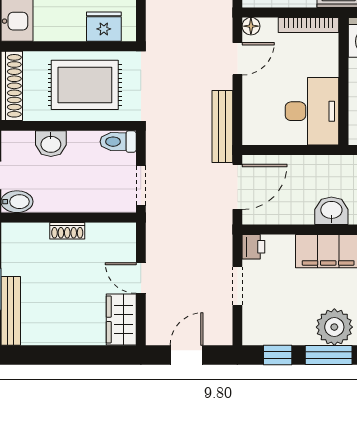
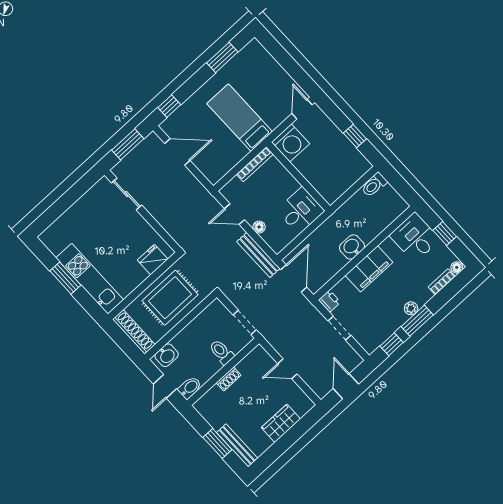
floor lamp: (251, 26) -> (259, 227), moved
door: (237, 59) -> (235, 214), swing flipped
desk: (312, 111) -> (301, 211), width x0.73
toilet: (118, 142) -> (222, 352), moved, turned 90
washbasin: (51, 144) -> (167, 355), moved
wardrobe: (121, 319) -> (281, 423), moved, turned 90
plant: (334, 327) -> (411, 308), width x0.53, depth x0.53

